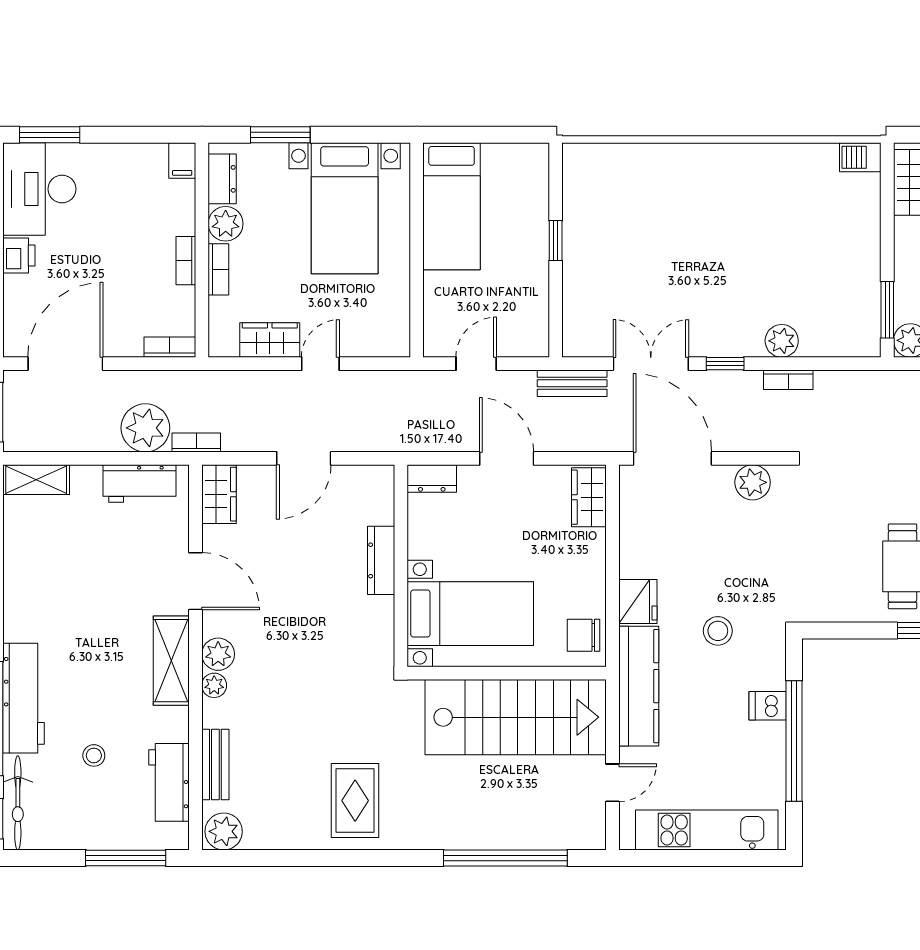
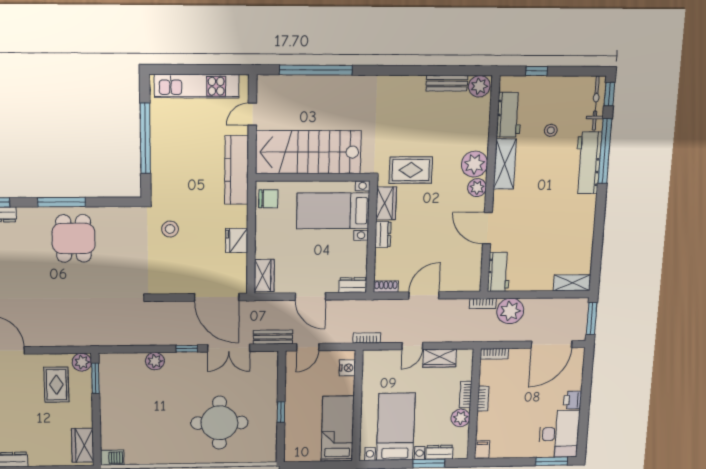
dresser: (222, 179) -> (439, 452), moved, turned 90
round table: (667, 222) -> (219, 423), added
nightstand: (437, 324) -> (347, 368), added
door: (476, 364) -> (308, 347), moved
bookcase: (788, 380) -> (367, 338), moved
shoe rack: (372, 475) -> (386, 287), added
plant: (753, 482) -> (171, 284), removed
workbench: (139, 483) -> (499, 272), moved, turned 90
wardrobe: (219, 494) -> (386, 203), moved, turned 180
dresser: (381, 560) -> (383, 234), width x0.70
fridge: (638, 601) -> (237, 240), moved
stool: (718, 631) -> (170, 229), moved
shelving: (171, 661) -> (505, 164), moved
plant: (214, 685) -> (474, 164), width x1.88, depth x1.88
dishwasher: (768, 706) -> (161, 159), removed
bench: (215, 764) -> (447, 83), moved, turned 90
rug: (355, 801) -> (411, 170), moved, turned 90
window: (126, 858) -> (537, 71), width x0.46

